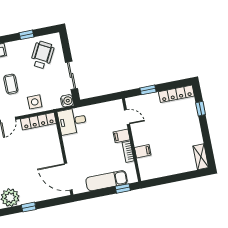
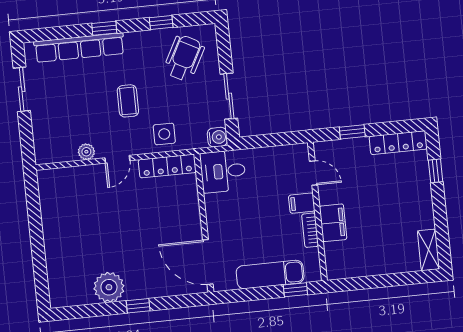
filing cabinet: (143, 151) -> (333, 223), width x2.00

